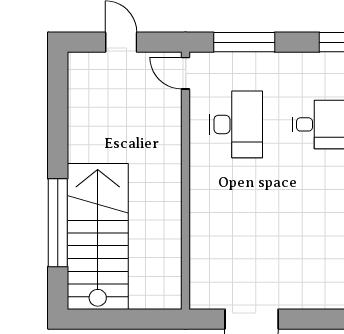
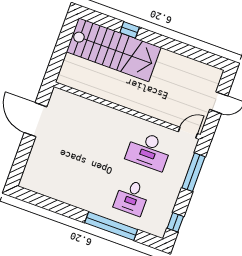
window: (58, 223) -> (130, 30), width x0.32

